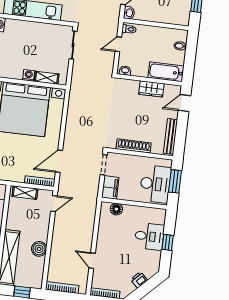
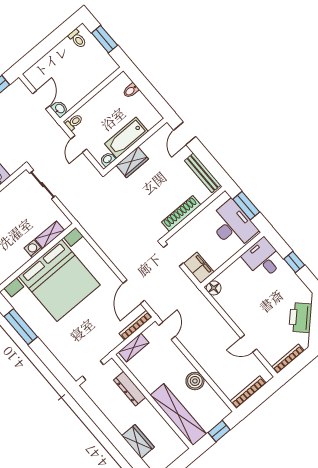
bathtub: (166, 72) -> (126, 138), moved
wardrobe: (151, 89) -> (132, 162), moved
floor lamp: (116, 209) -> (214, 288), moved
desk: (149, 236) -> (263, 259), moved, turned -90
printer: (139, 280) -> (300, 318), width x1.87, depth x1.48

